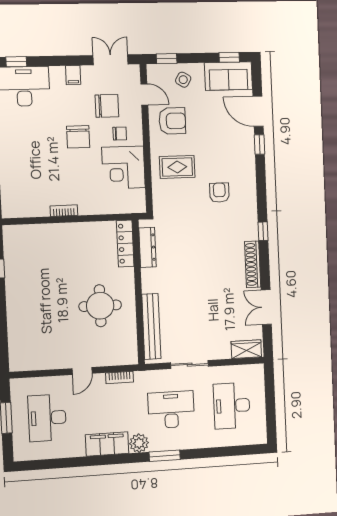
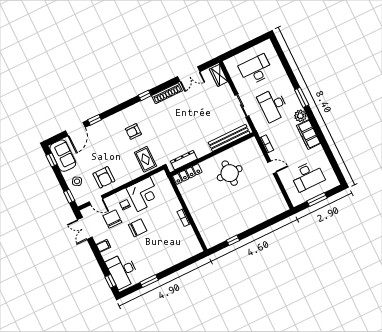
door: (144, 94) -> (96, 200), swing flipped
armchair: (172, 121) -> (104, 177), turned 180
rug: (177, 167) -> (145, 159), moved
desk: (232, 406) -> (256, 70), turned 180

